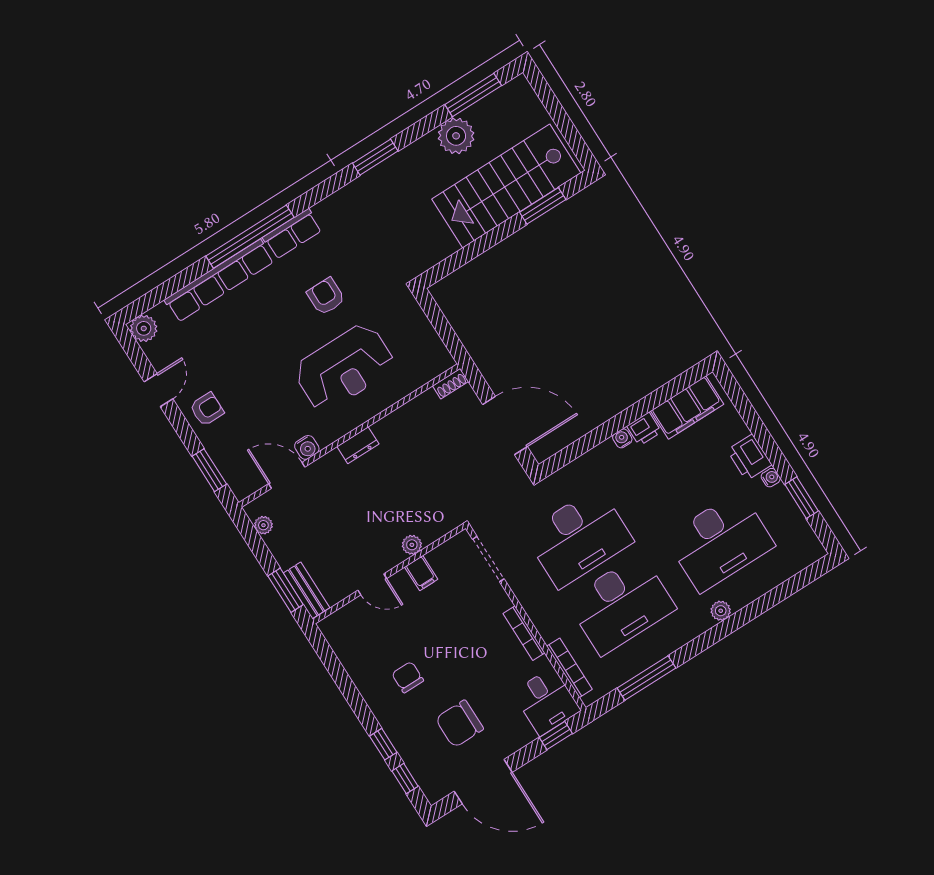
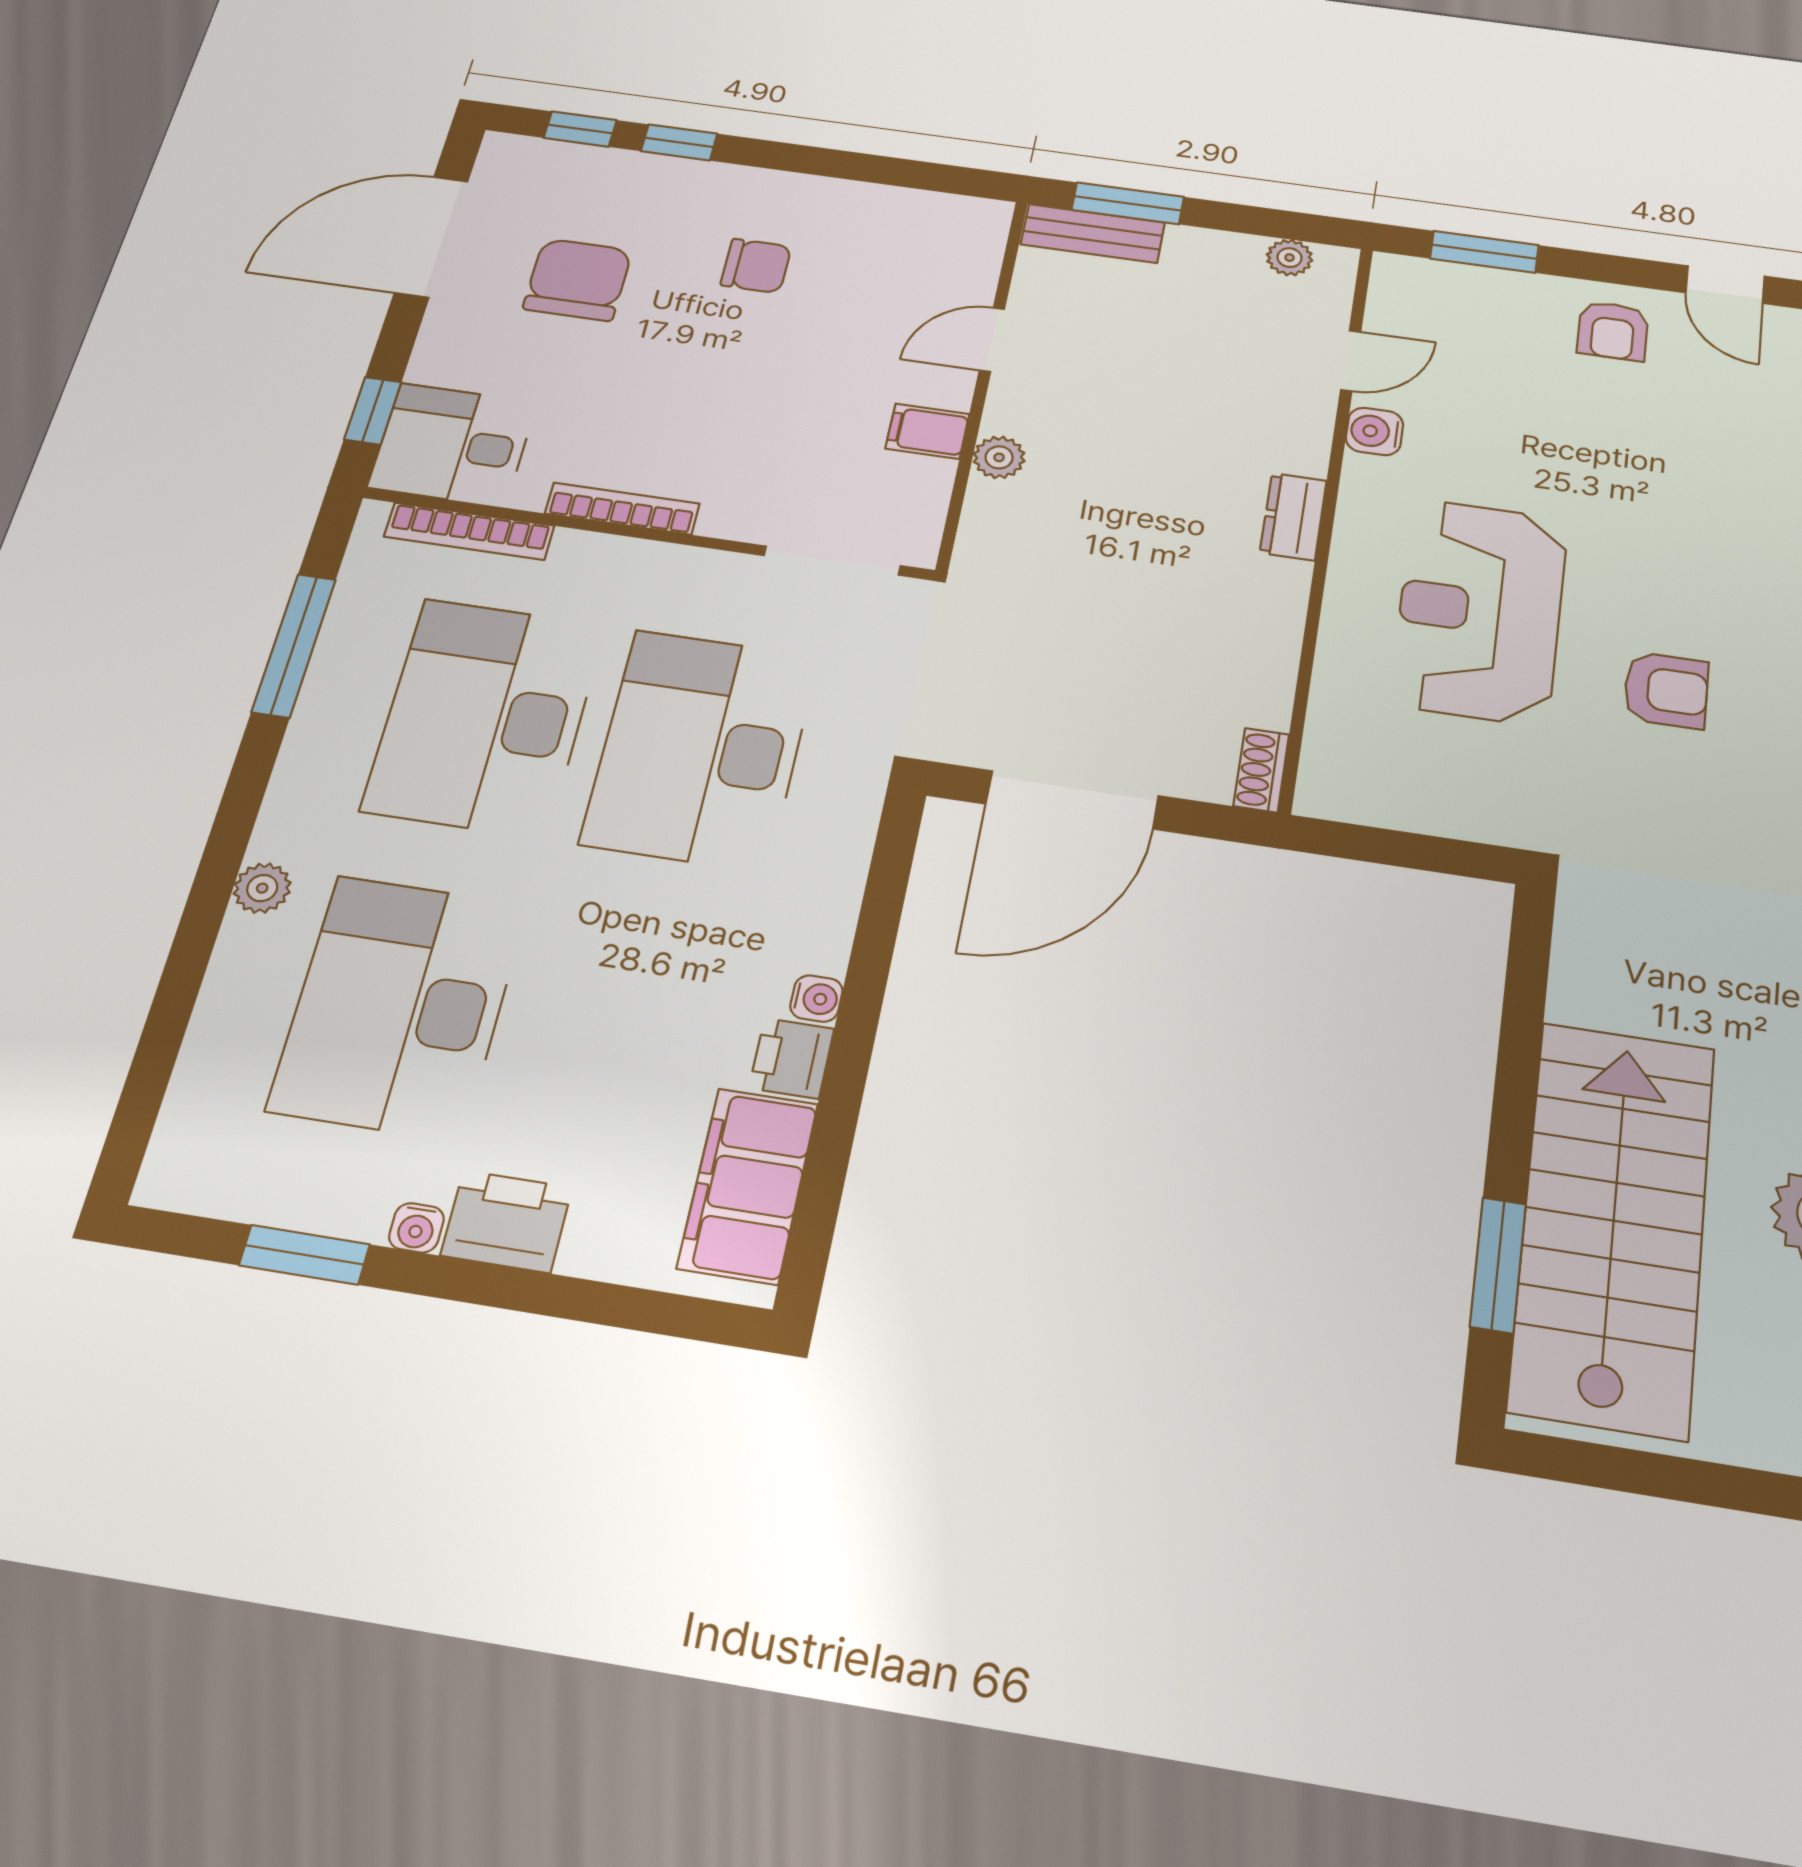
door: (287, 475) -> (1351, 361), width x0.73

